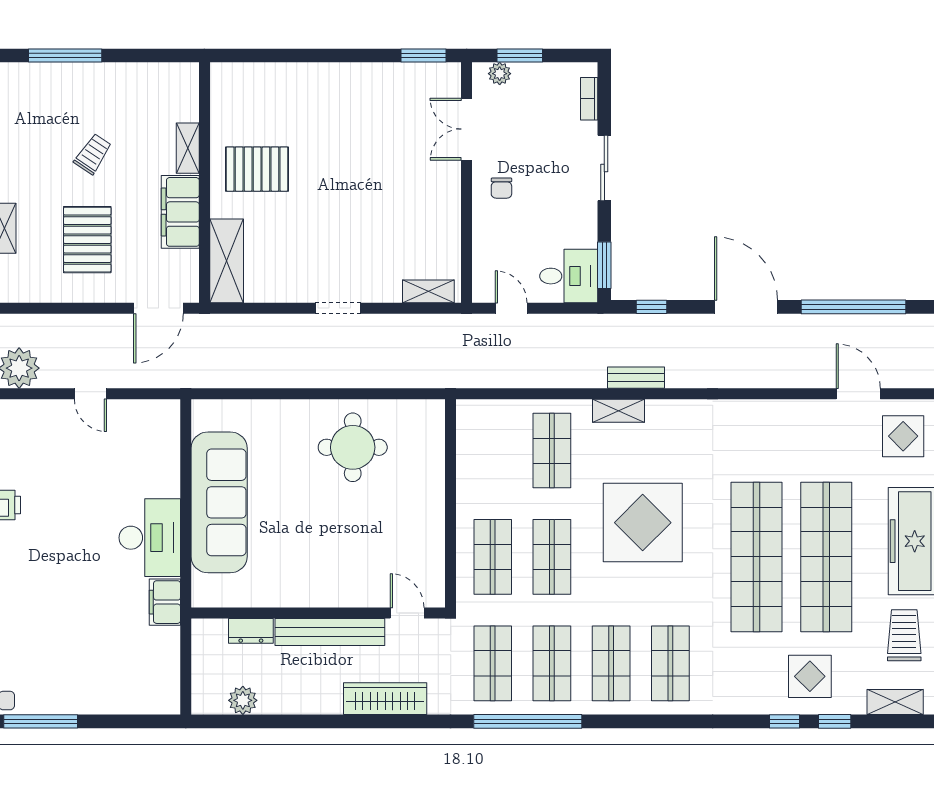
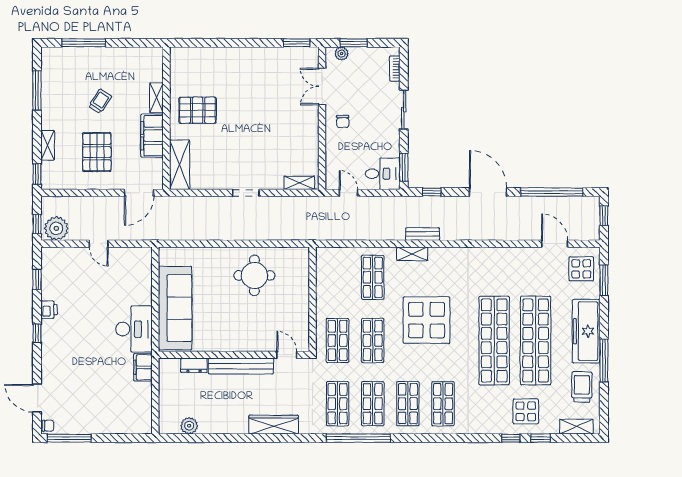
wall: (318, 613) -> (234, 355), moved
door: (407, 613) -> (287, 355), moved
dresser: (251, 631) -> (194, 365), moved
bench: (330, 632) -> (241, 366), moved

